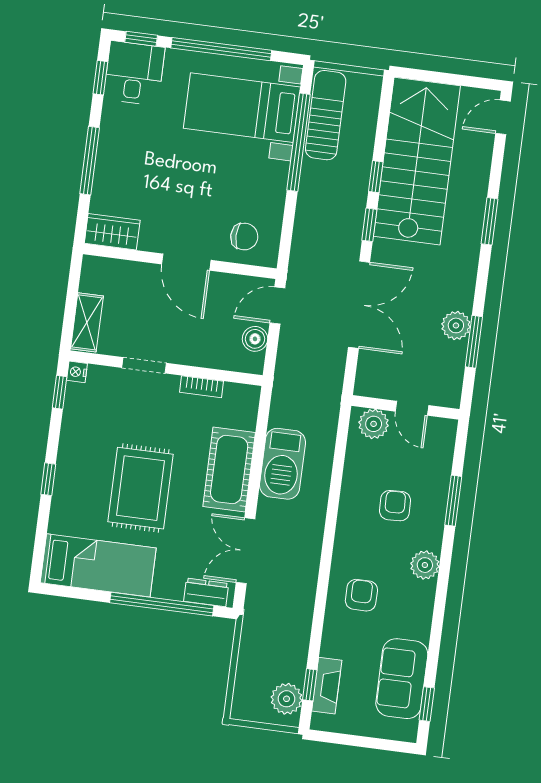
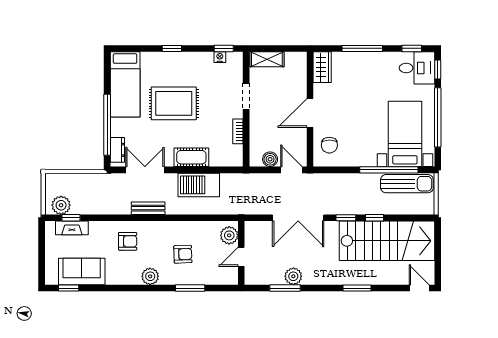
nightstand: (77, 372) -> (220, 57), moved
cot: (229, 470) -> (191, 157), width x0.73, depth x0.75
bench: (310, 554) -> (148, 208), added

